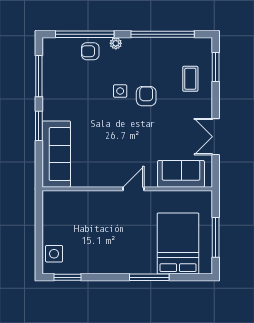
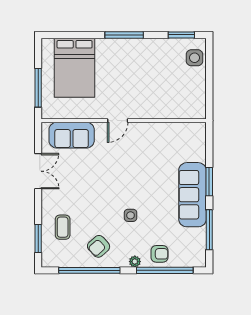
armchair: (146, 96) -> (99, 246), moved, turned 48
sofa: (56, 154) -> (192, 195), moved
window: (216, 237) -> (38, 88), moved
window: (149, 277) -> (124, 35), moved

